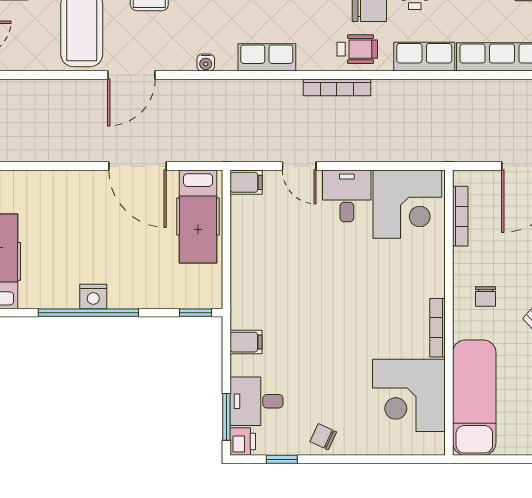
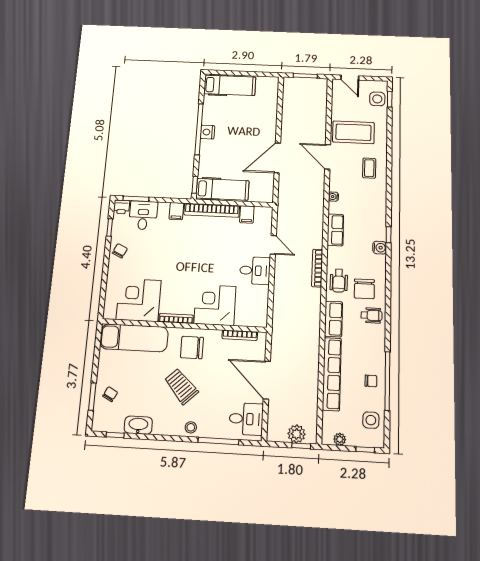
door: (299, 166) -> (273, 245), swing flipped
filing cabinet: (246, 182) -> (247, 214), moved
corner desk: (407, 204) -> (215, 305), moved, turned 90
hospital bed: (198, 216) -> (222, 189), moved, turned 180
bookcase: (241, 279) -> (212, 210), added
chair: (485, 297) -> (192, 348), width x1.87, depth x1.87

